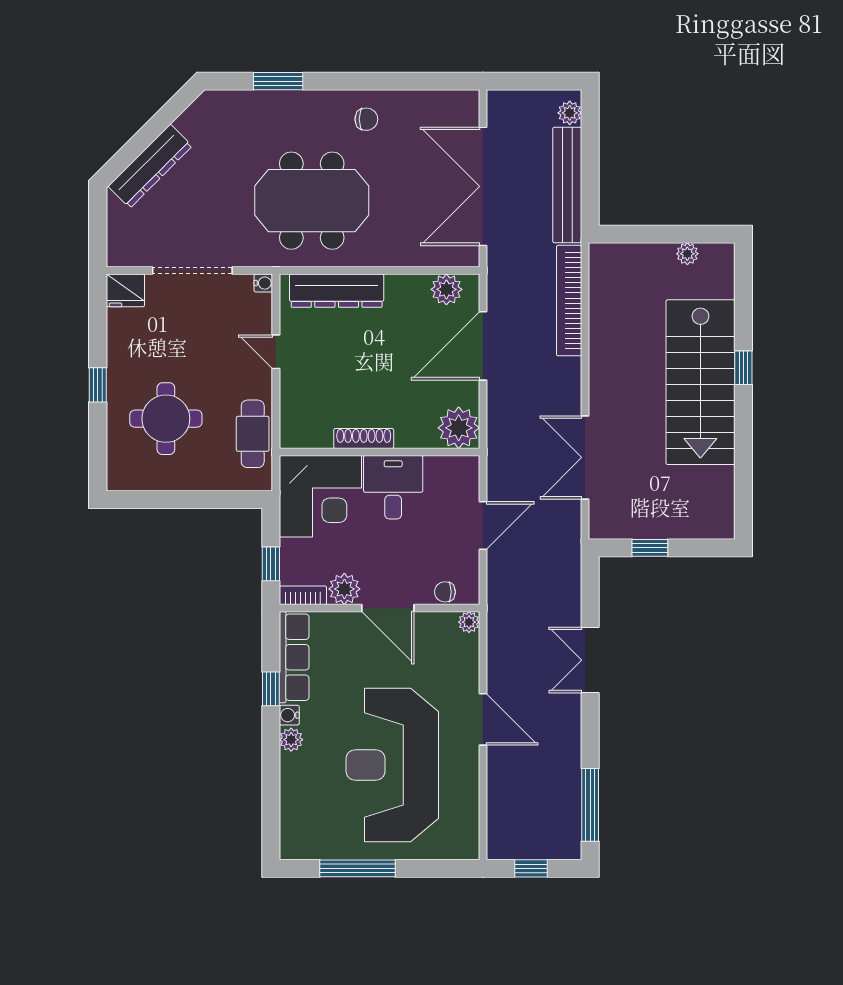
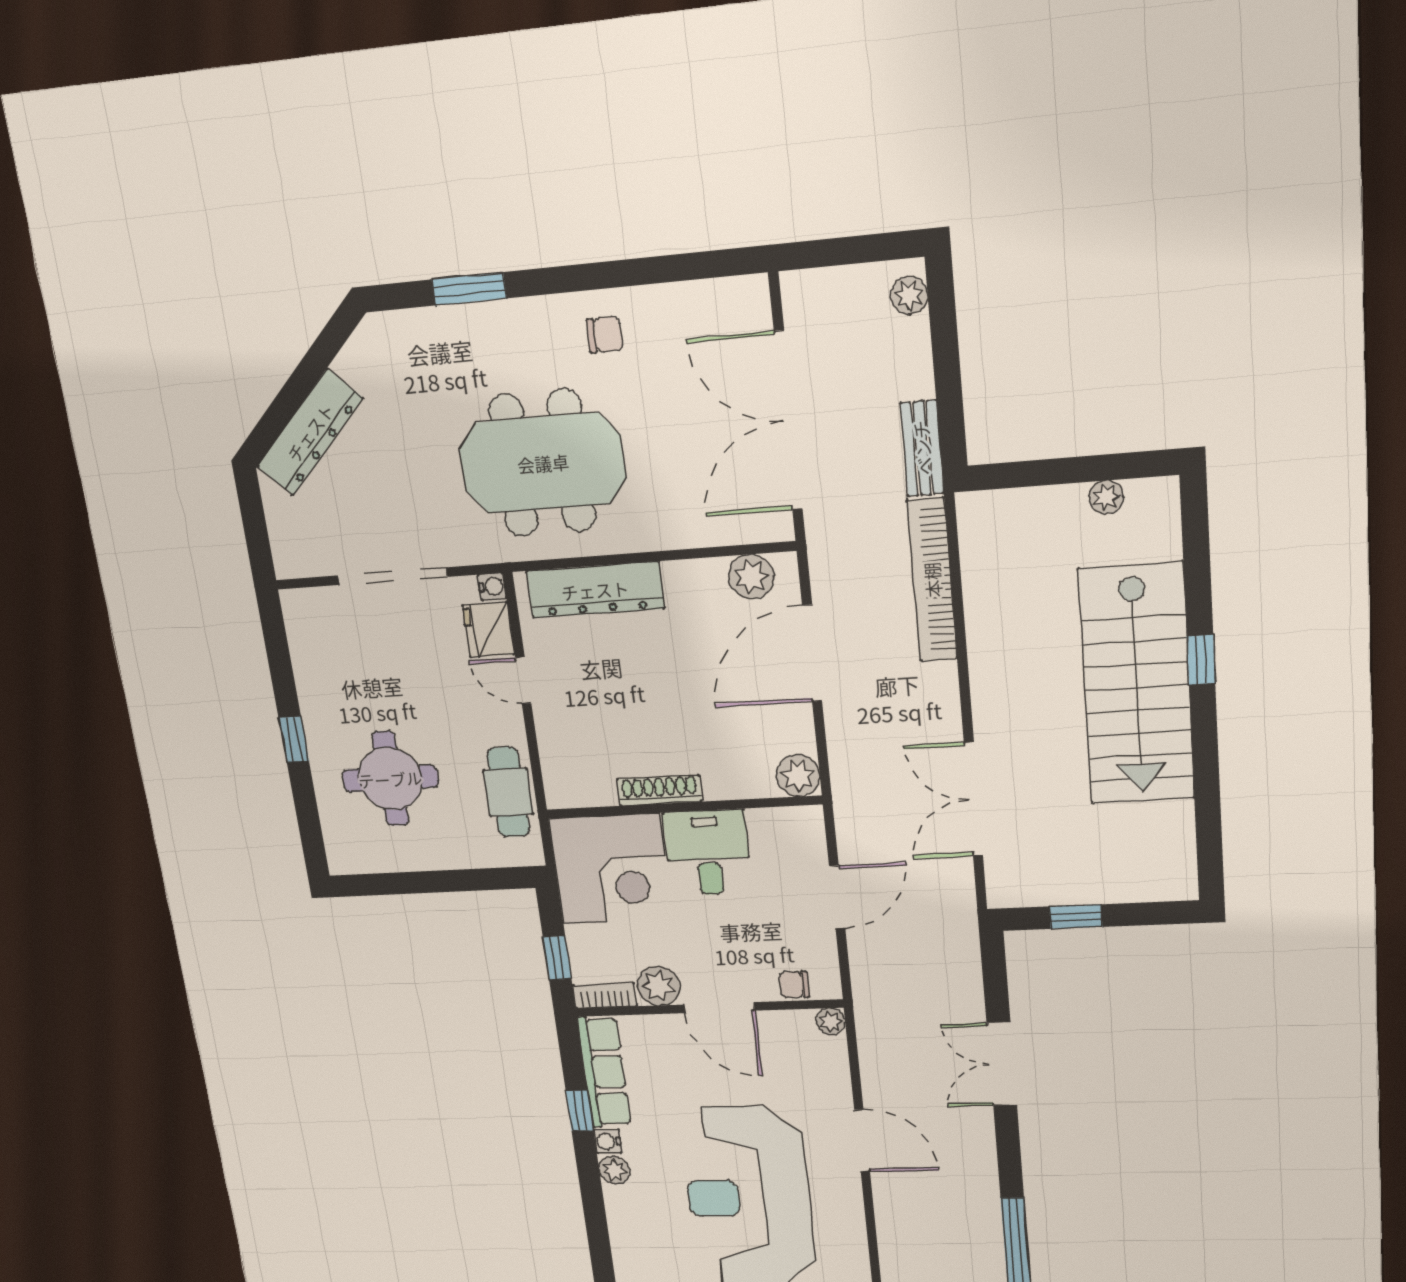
bench: (567, 185) -> (922, 448), width x0.54, depth x0.82
fridge: (125, 290) -> (488, 630), moved, turned 90
plant: (459, 428) -> (798, 776), width x0.73, depth x0.73

